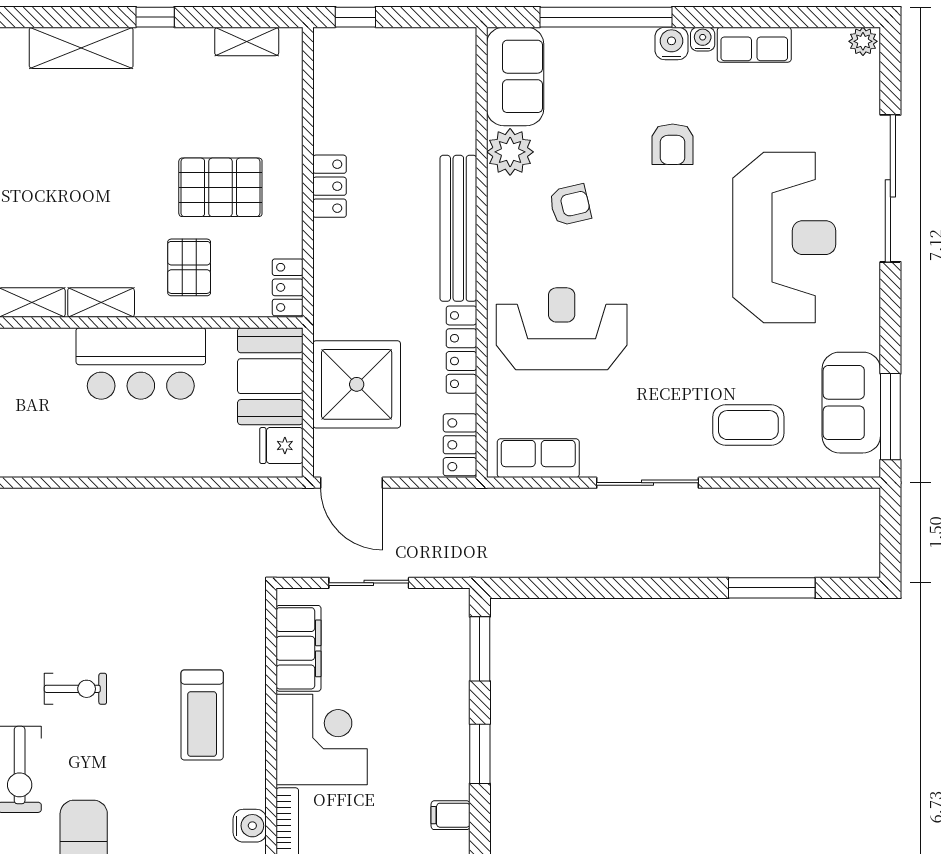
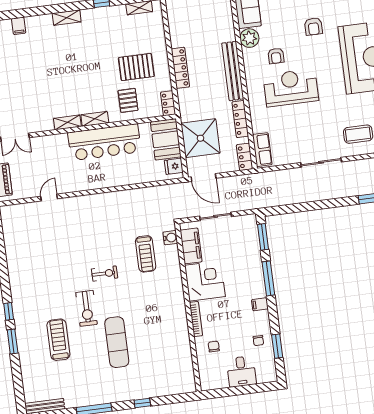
shelving: (81, 48) -> (67, 18), width x0.67, depth x0.75
locker: (330, 186) -> (180, 68), width x1.53
armchair: (570, 205) -> (276, 56), turned 103
reception desk: (562, 329) -> (291, 88), moved
bar counter: (141, 363) -> (104, 142), width x1.36
row of seats: (538, 458) -> (262, 150), moved, turned 90
treadmill: (202, 715) -> (146, 254), moved
window: (480, 754) -> (268, 278), width x1.44
water cooler: (250, 826) -> (170, 238), moved

